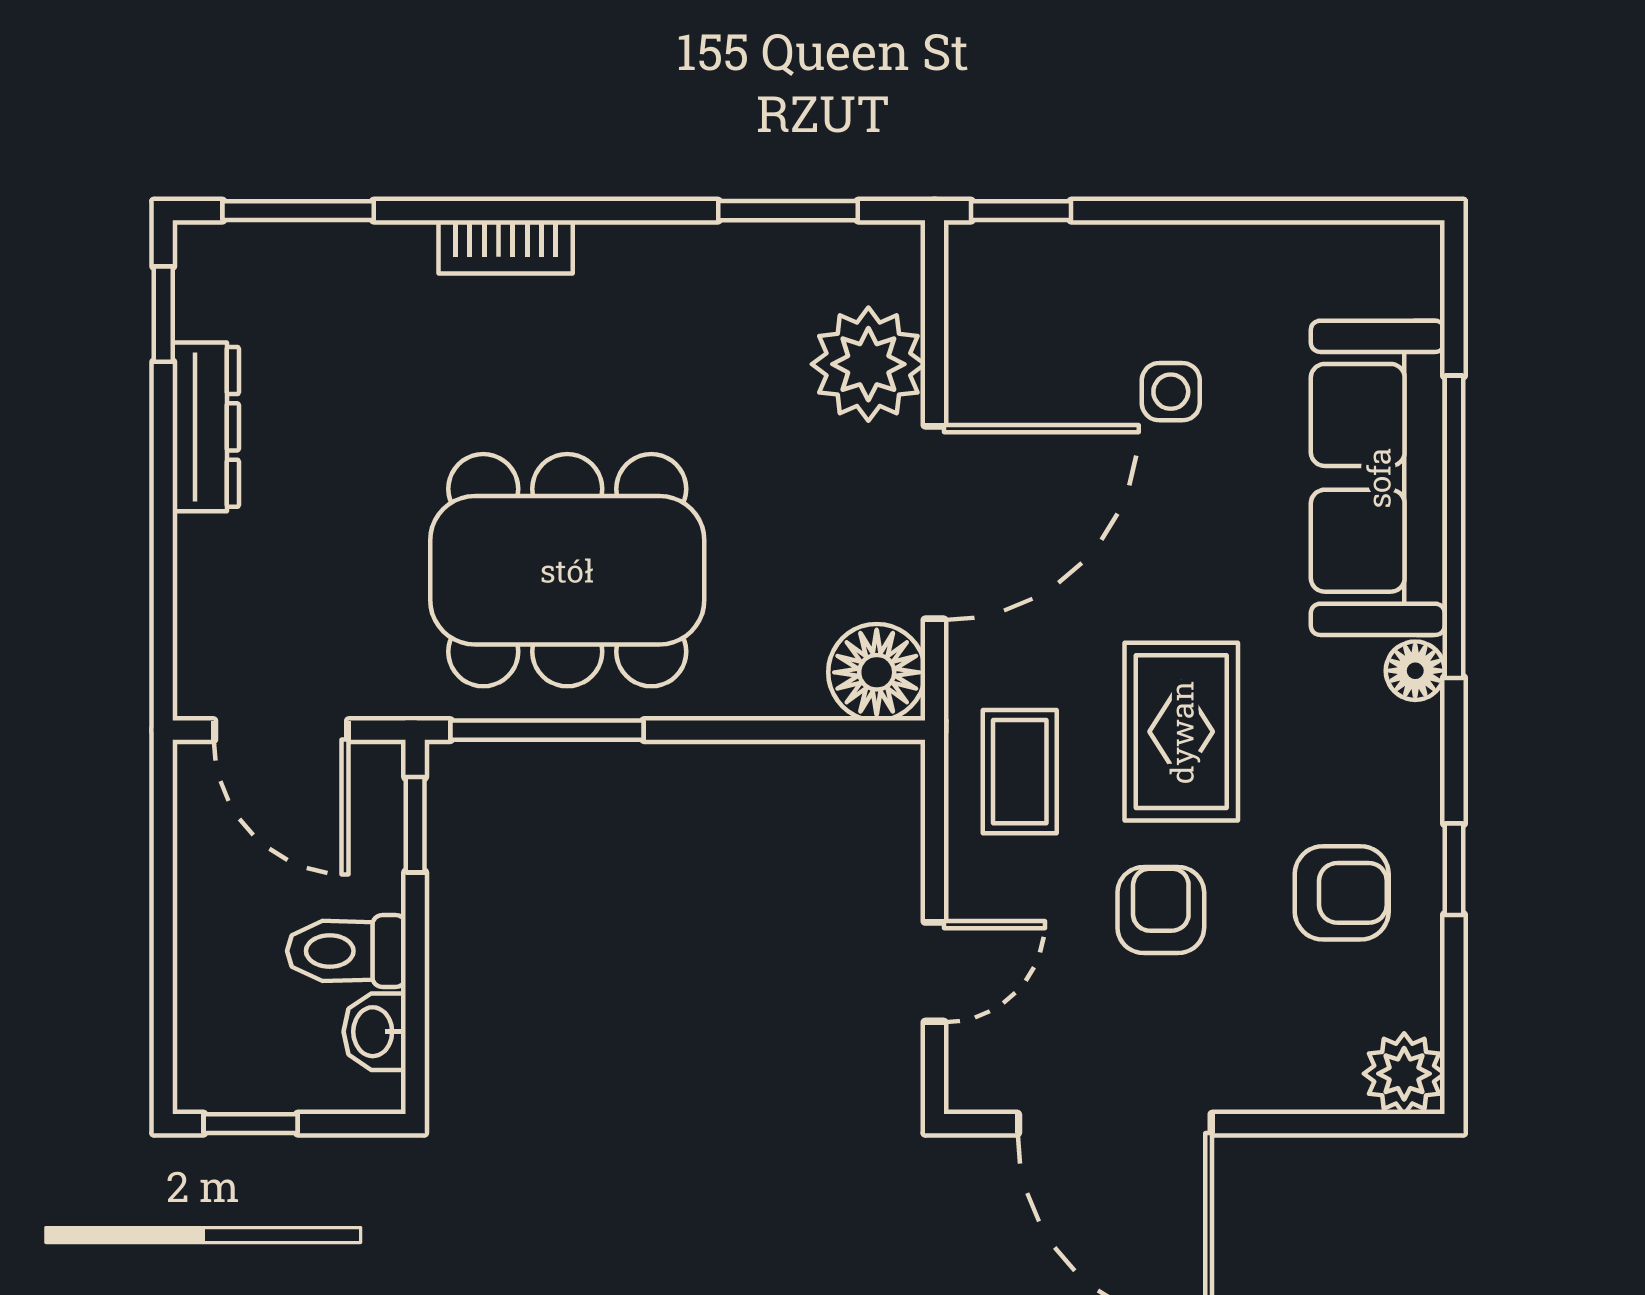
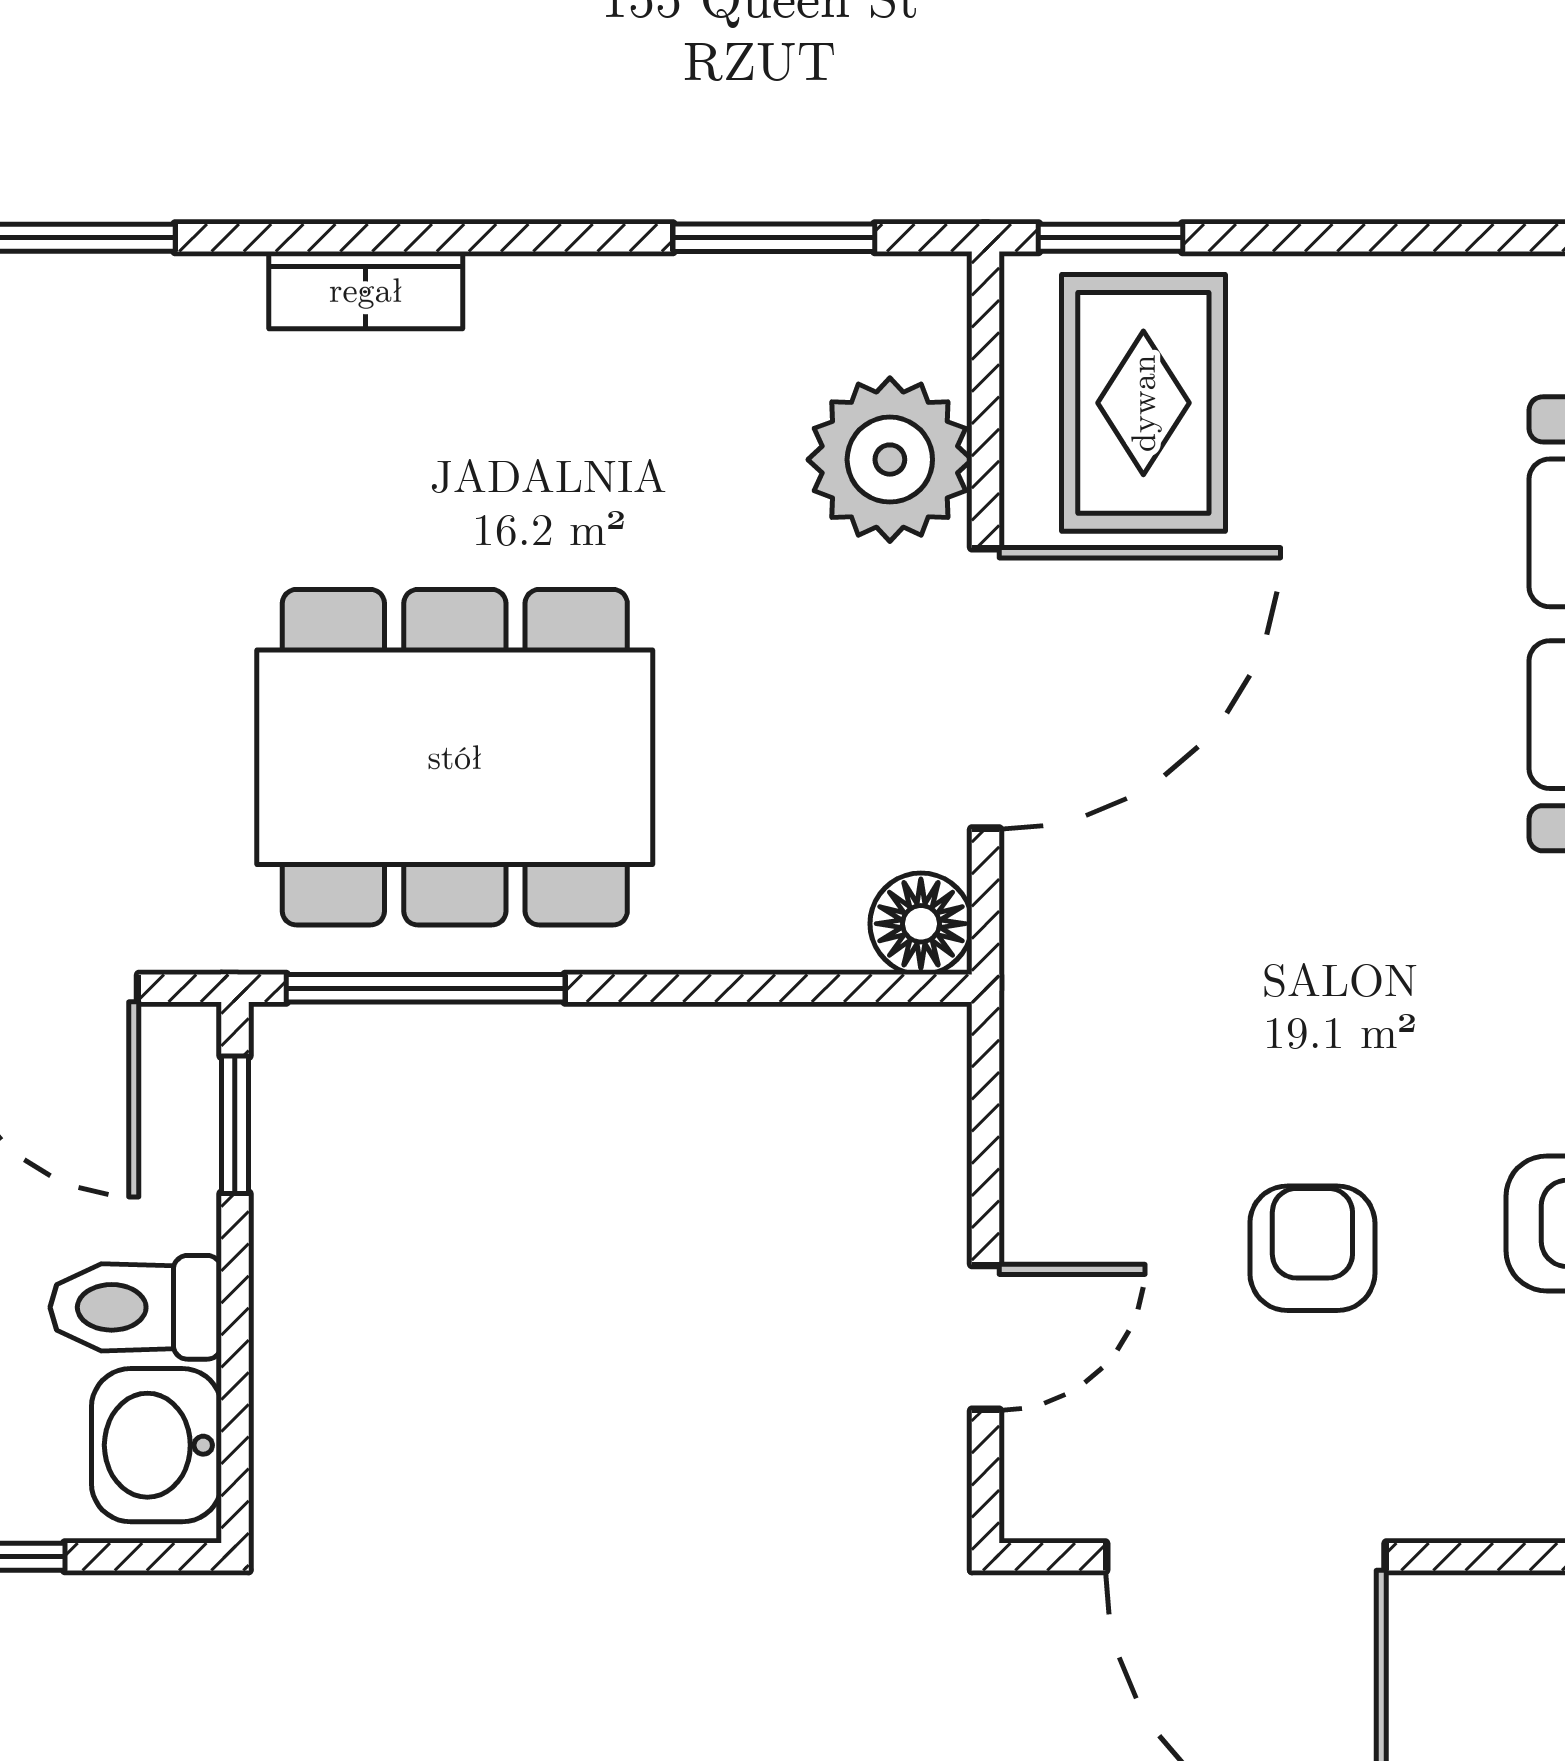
side table: (1171, 392) -> (1327, 499), removed
floor lamp: (877, 672) -> (921, 924), width x0.73, depth x0.73
rug: (1181, 732) -> (1143, 403), moved
coffee table: (1020, 772) -> (1109, 1048), removed
washbasin: (375, 1032) -> (156, 1445), width x1.38, depth x1.45

